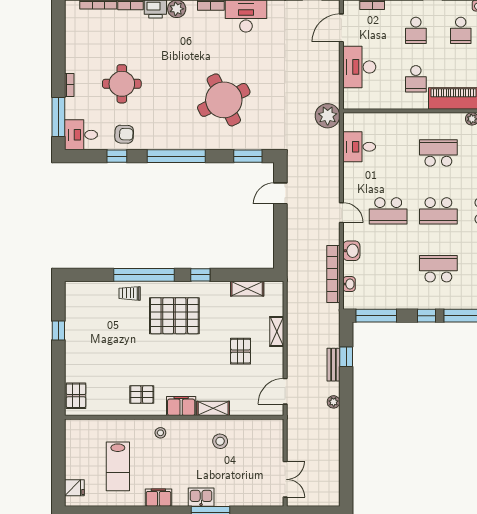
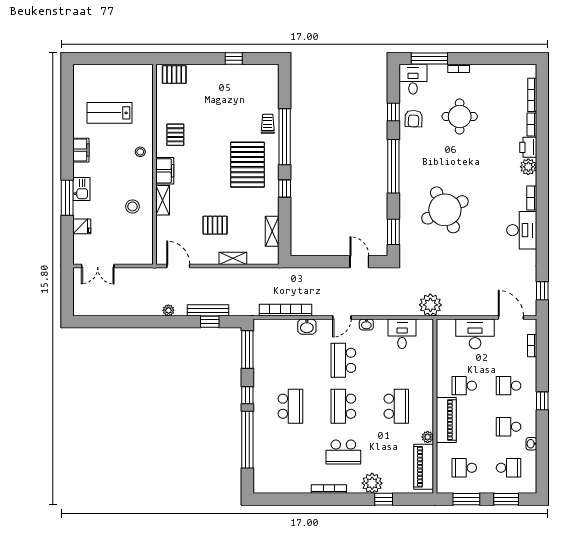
washbasin: (349, 284) -> (366, 325), moved
bench: (334, 365) -> (208, 310), width x1.36
fridge: (74, 488) -> (82, 226), moved, turned -90

